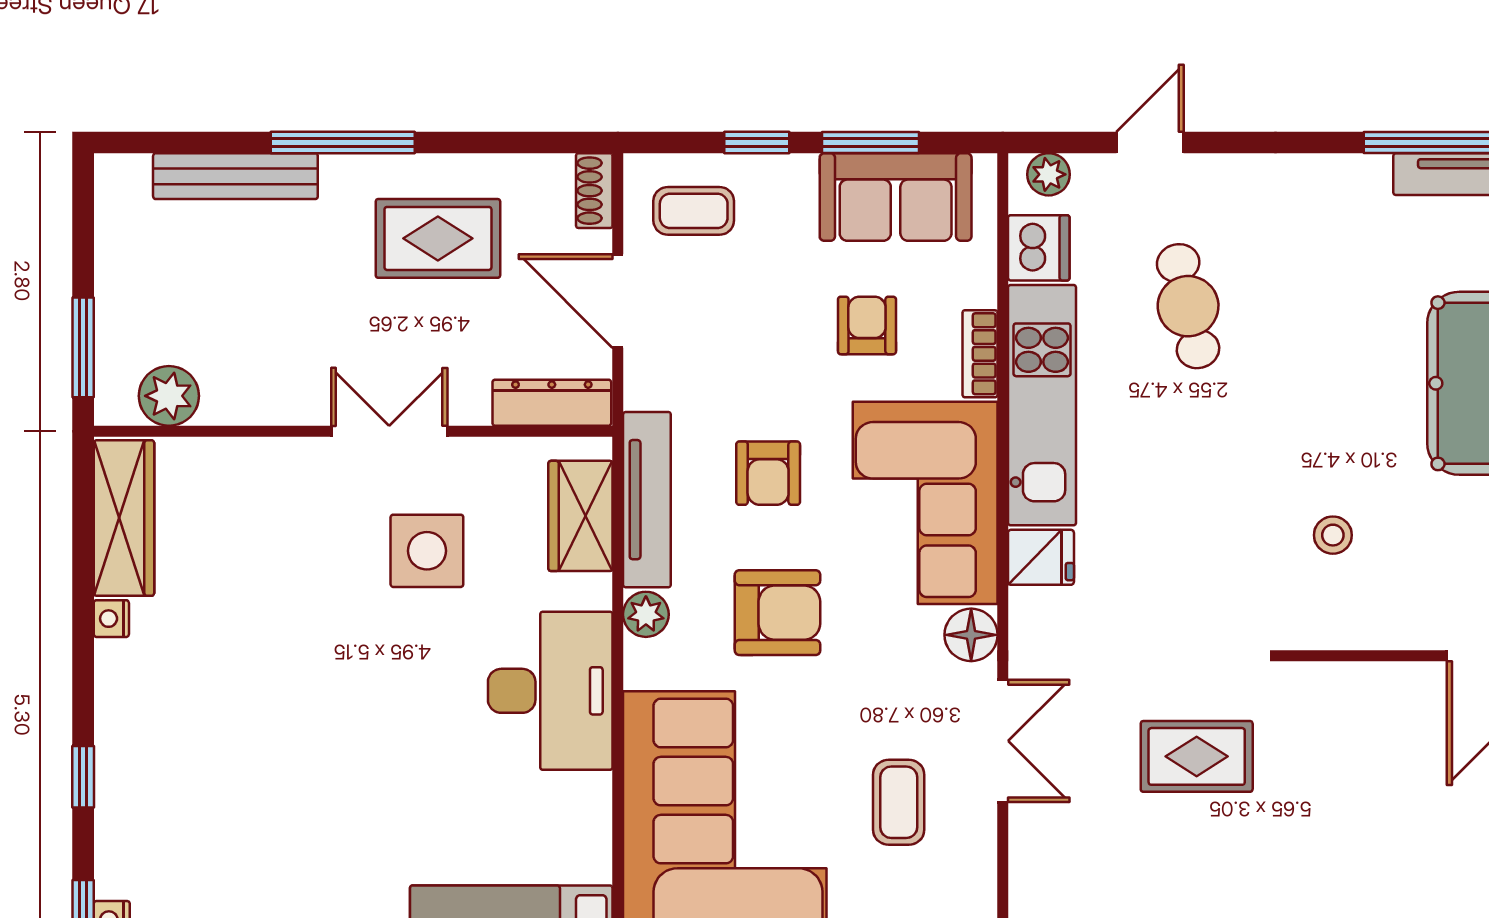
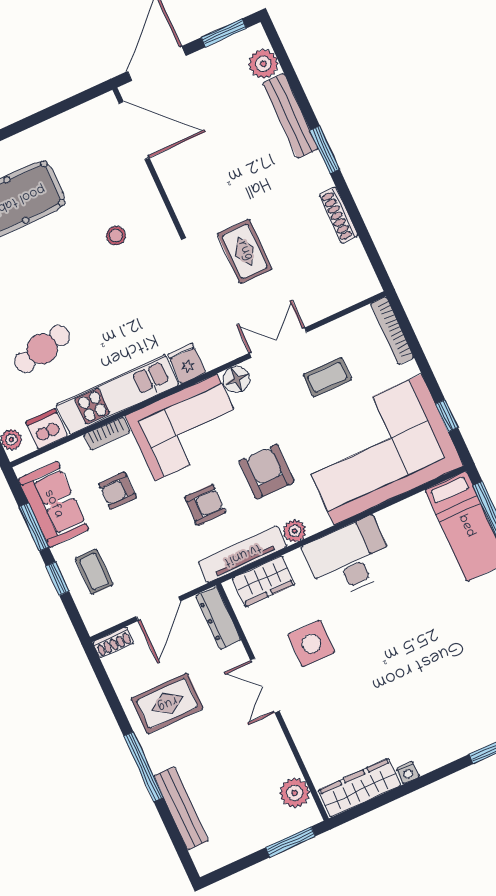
coffee table: (694, 211) -> (94, 572), moved
rug: (438, 238) -> (167, 703), turned 90

